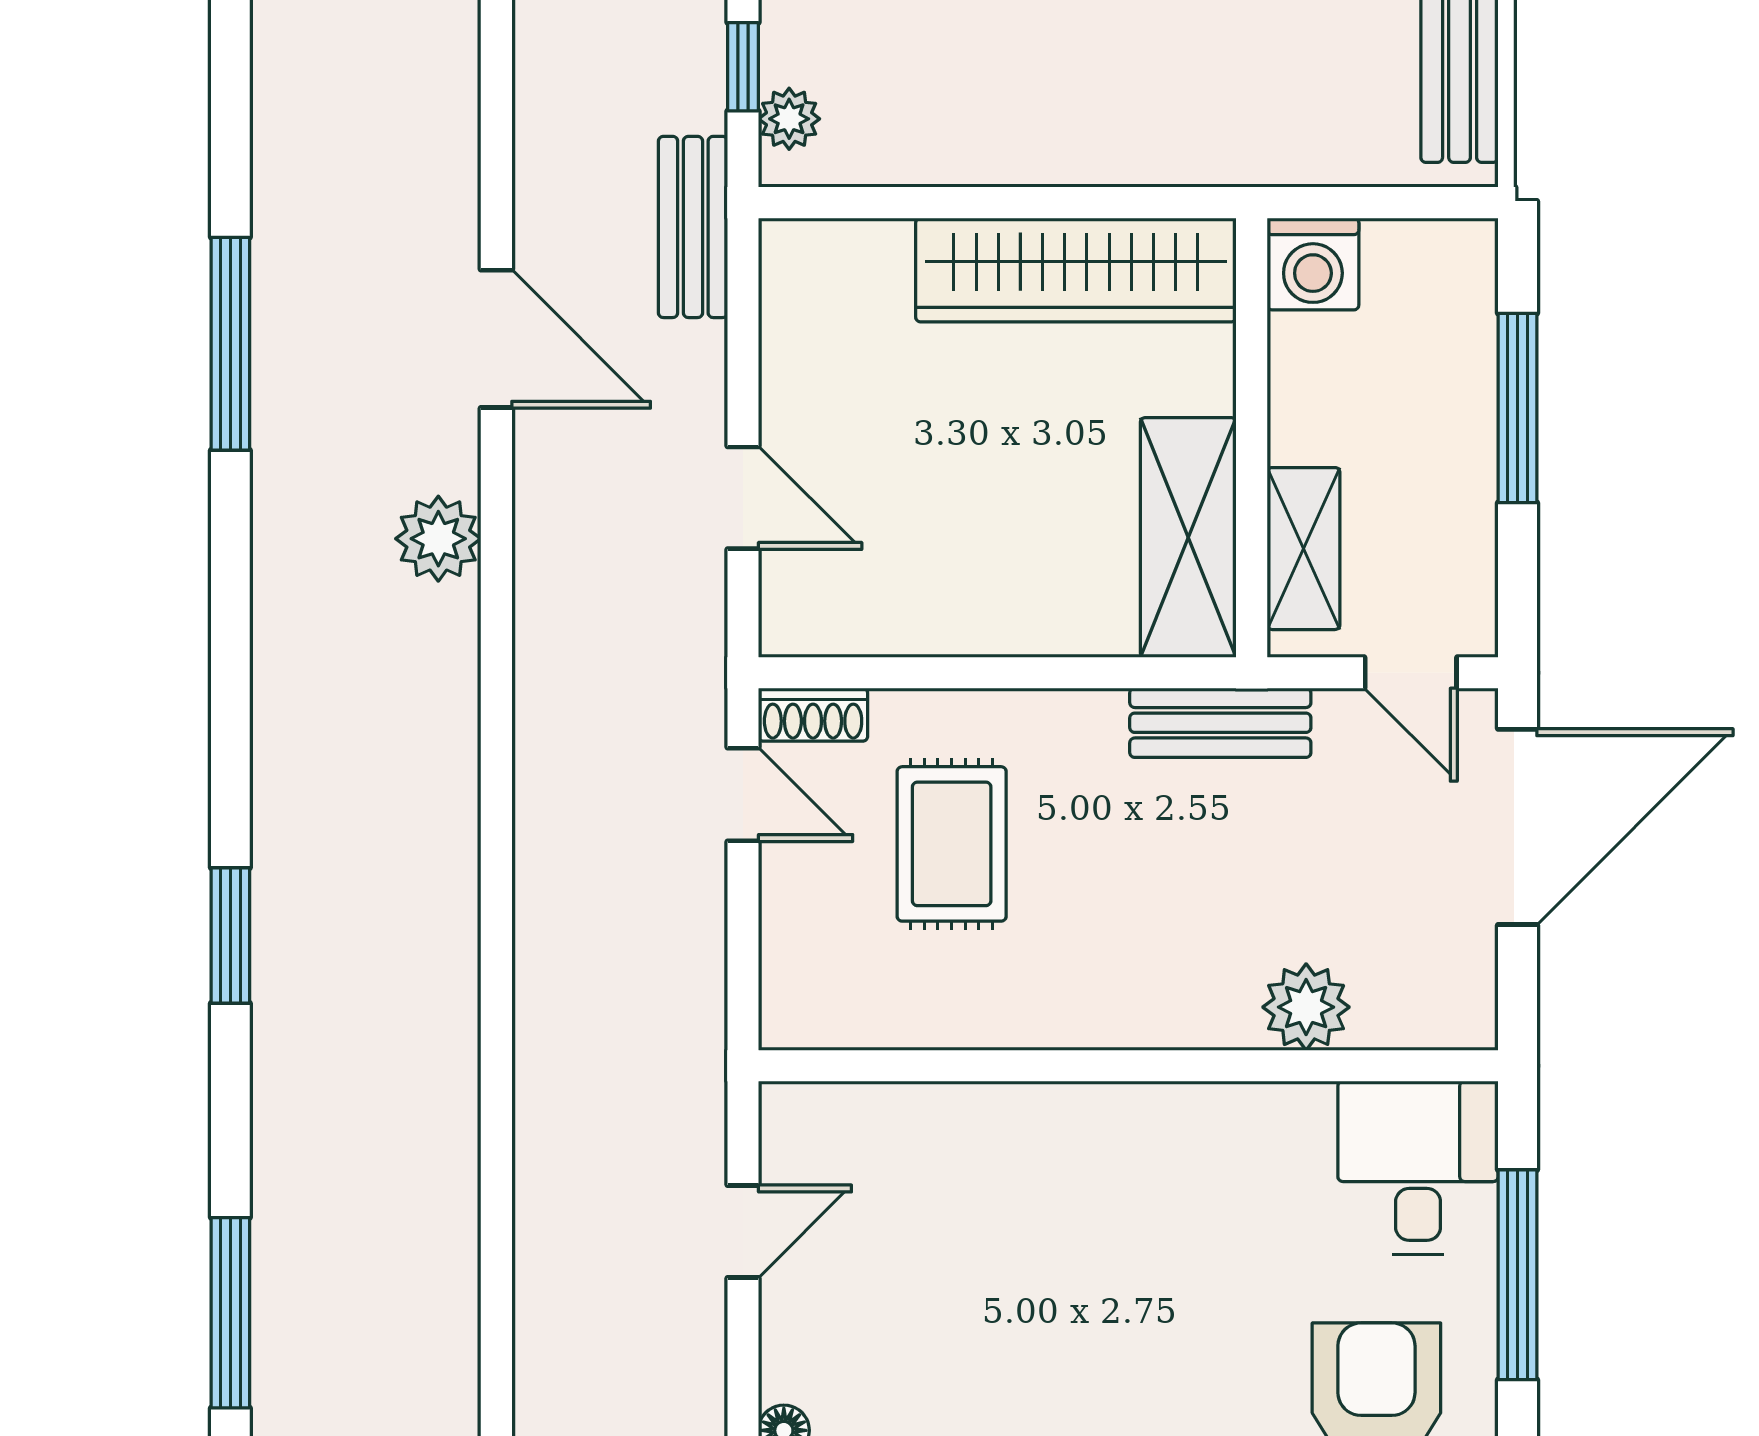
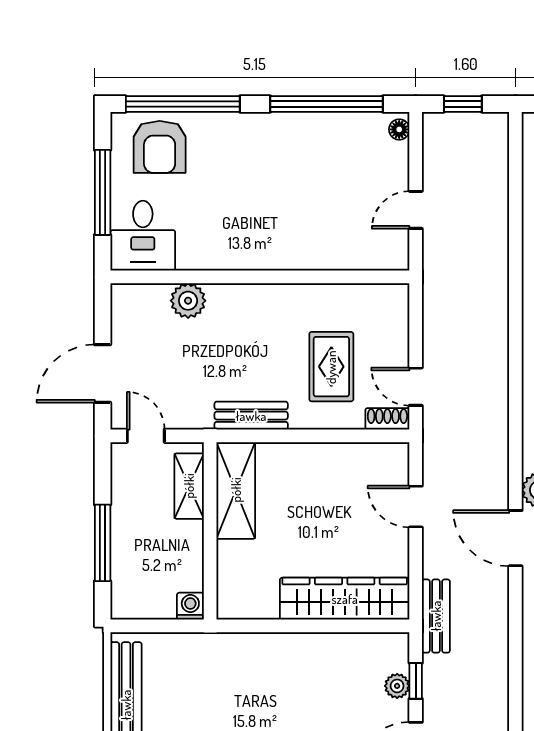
plant: (789, 119) -> (397, 686), moved
washing machine: (1313, 264) -> (190, 606), width x0.73, depth x0.73
wardrobe: (1076, 270) -> (345, 599), moved
door: (496, 339) -> (515, 538), moved
bench: (1220, 723) -> (251, 416), moved
door: (1517, 827) -> (103, 374), width x0.73

